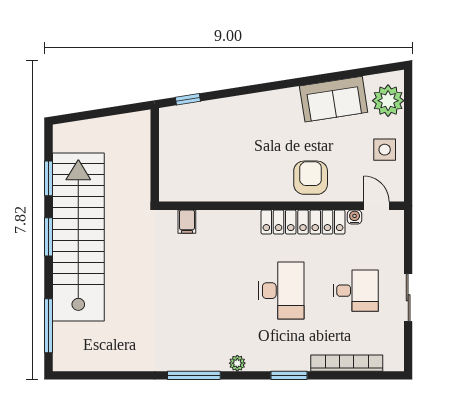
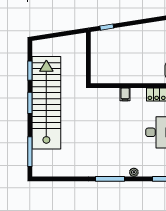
filing cabinet: (187, 222) -> (125, 94), moved

